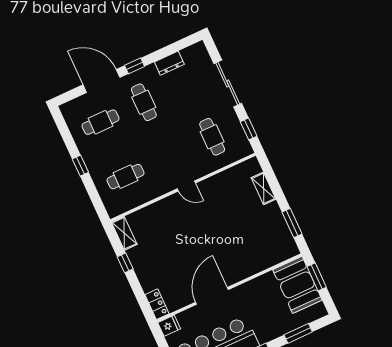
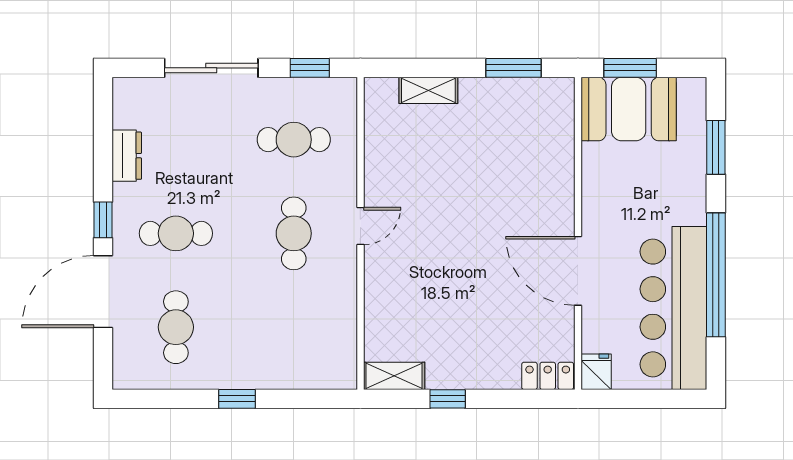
cafe table: (126, 177) -> (294, 233), moved

